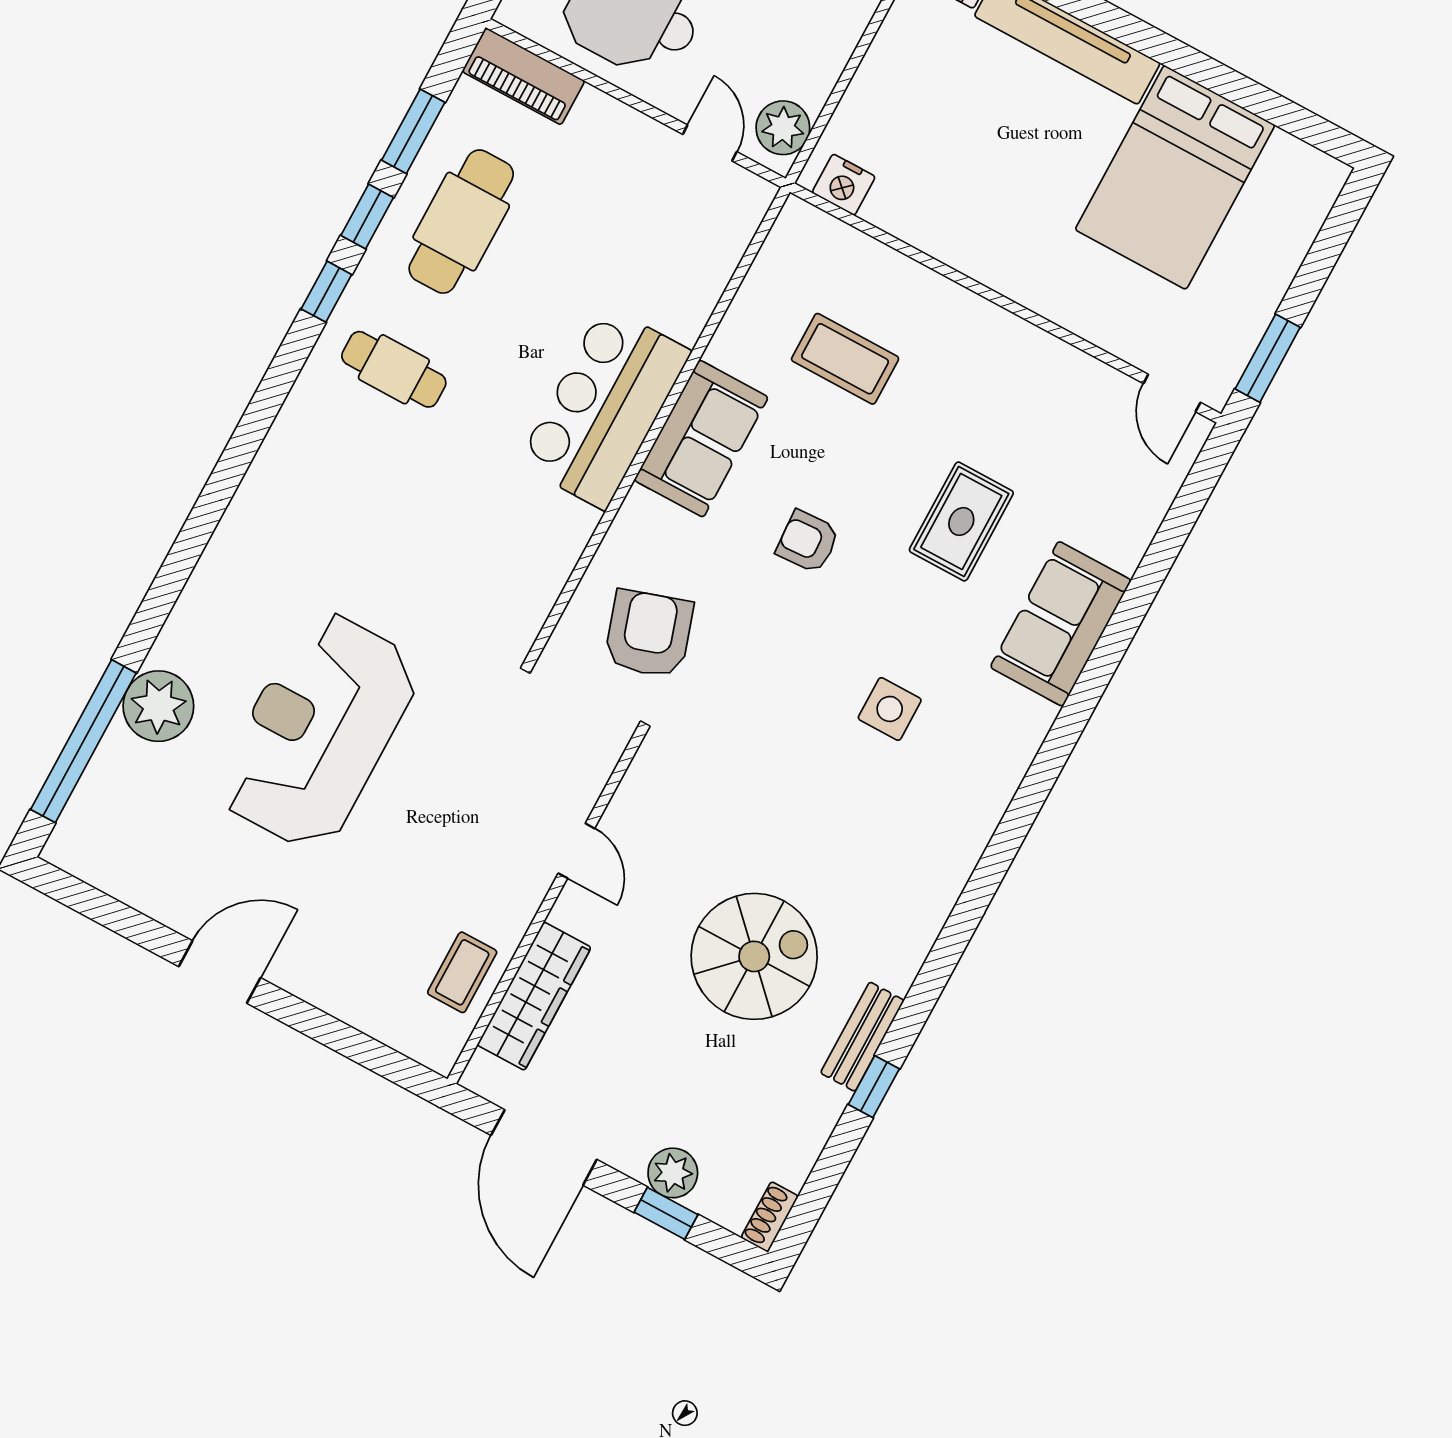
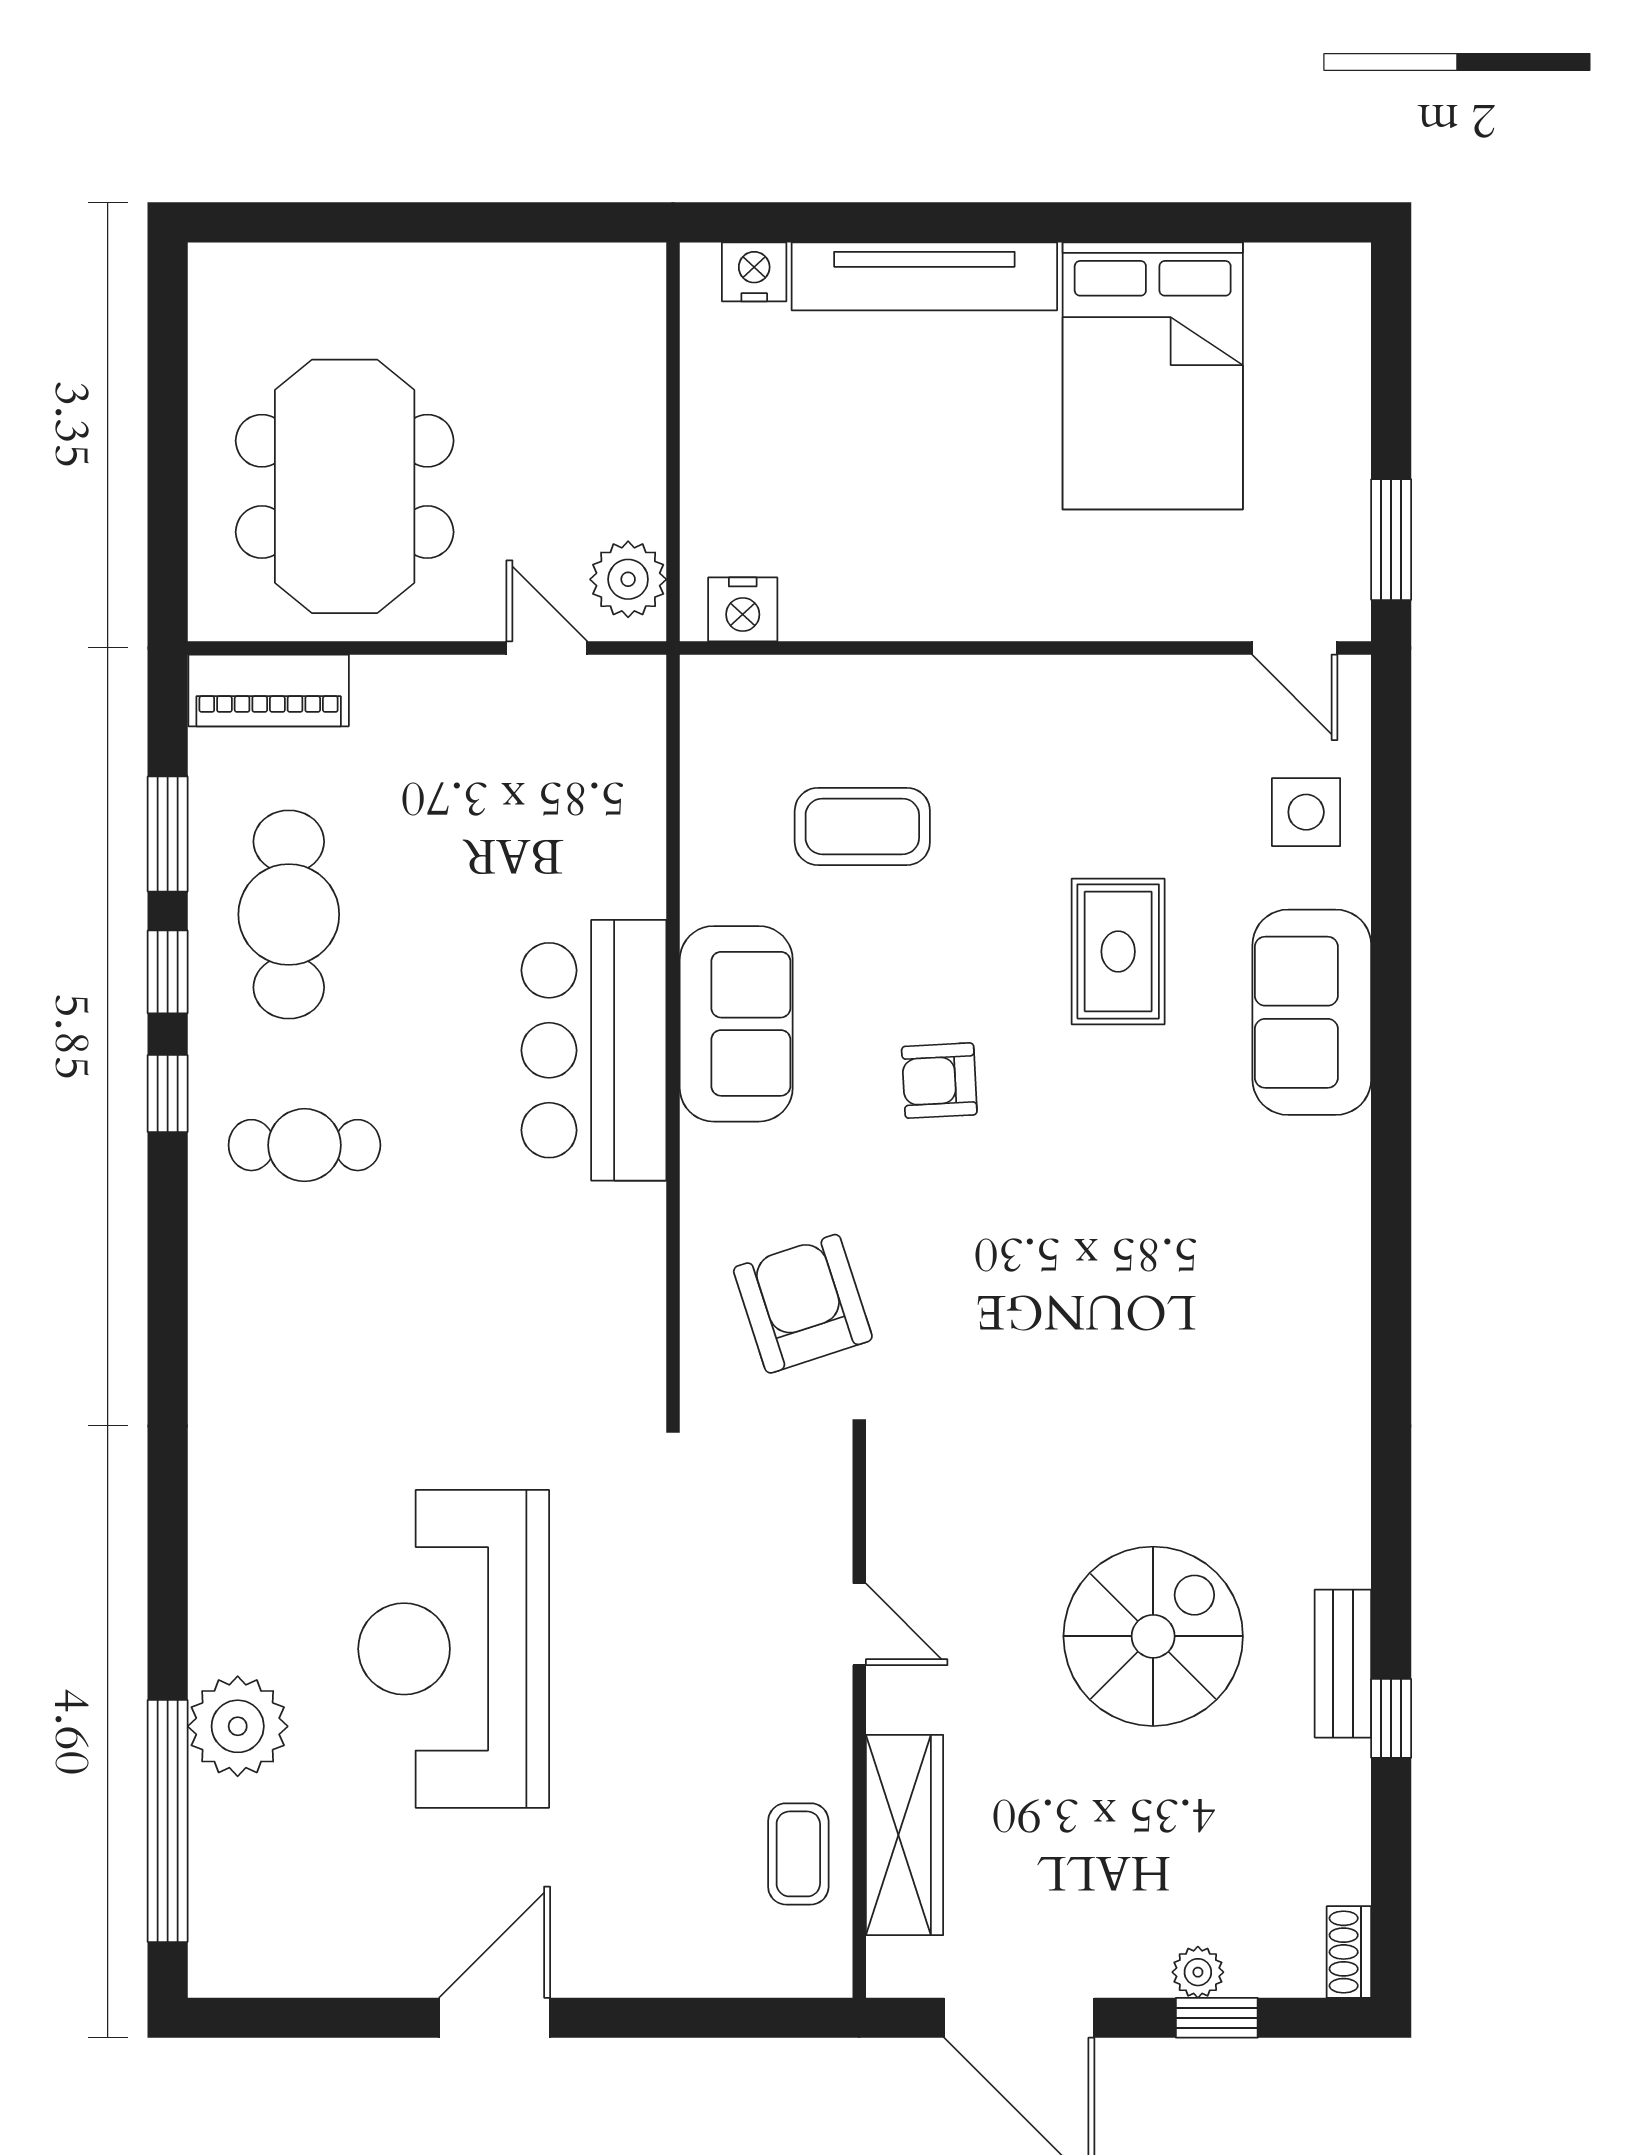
side table: (890, 709) -> (1306, 812), moved
plant: (673, 1173) -> (1198, 1972), width x0.73, depth x0.73

